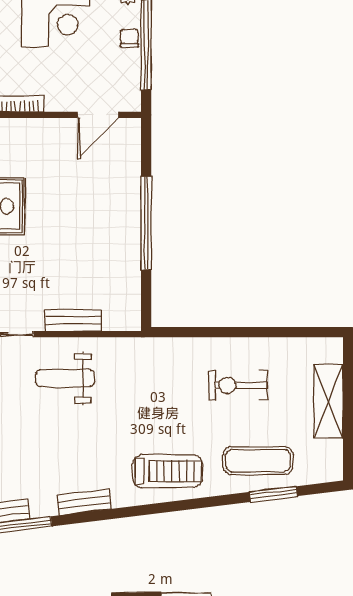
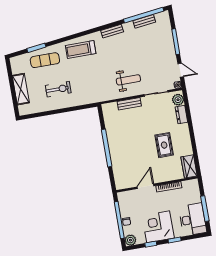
door: (98, 115) -> (145, 186), moved

